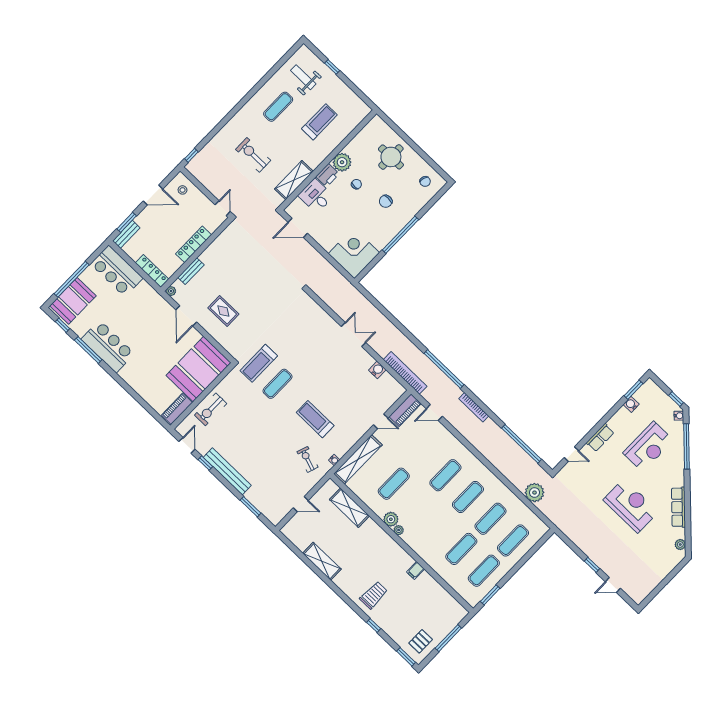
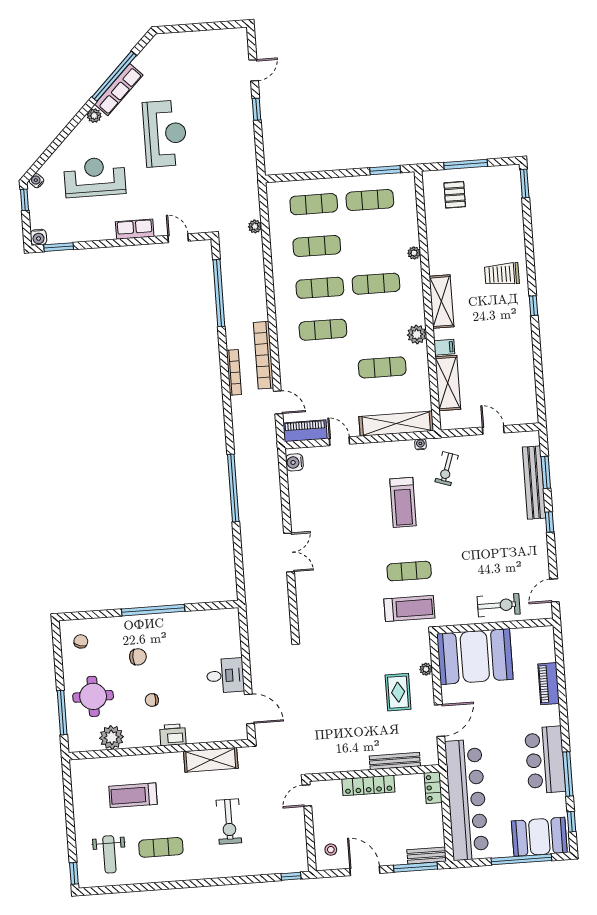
window: (332, 67) -> (74, 873), moved
window: (400, 133) -> (62, 713), added
plant: (342, 162) -> (112, 737), moved
desk: (316, 196) -> (225, 676), moved, turned -90
window: (127, 222) -> (416, 867), width x1.44
corner desk: (354, 253) -> (216, 633), removed
bar counter: (117, 271) -> (467, 800), width x1.86
locker: (152, 271) -> (433, 788), width x0.66
bench: (191, 271) -> (395, 761), width x1.36
plant: (171, 291) -> (426, 669), moved
double door: (353, 335) -> (289, 552), swing flipped
window: (444, 369) -> (233, 488), moved
water cooler: (377, 370) -> (294, 462), moved
bookcase: (405, 373) -> (264, 355), moved
water cooler: (631, 404) -> (38, 237), moved
piano: (177, 409) -> (549, 684), moved, turned 90
window: (686, 446) -> (114, 76), moved
window: (205, 463) -> (549, 522), moved
bench: (227, 471) -> (534, 483), moved
plant: (534, 493) -> (255, 226), width x0.53, depth x0.53
reception desk: (631, 506) -> (165, 134), turned 180
plant: (399, 530) -> (414, 253), moved
plant: (680, 544) -> (94, 116), moved
exercise mat: (461, 549) -> (376, 284), moved
shelving: (322, 561) -> (441, 302), moved
filing cabinet: (416, 570) -> (444, 347), moved
door: (613, 585) -> (254, 70), hinge flipped
window: (374, 626) -> (534, 306), moved
pallet: (421, 641) -> (455, 195), moved, turned 90

